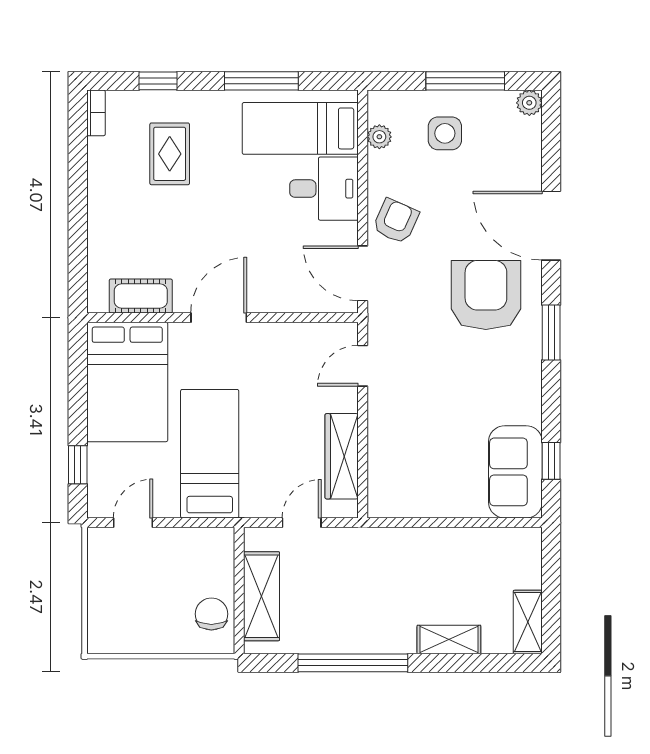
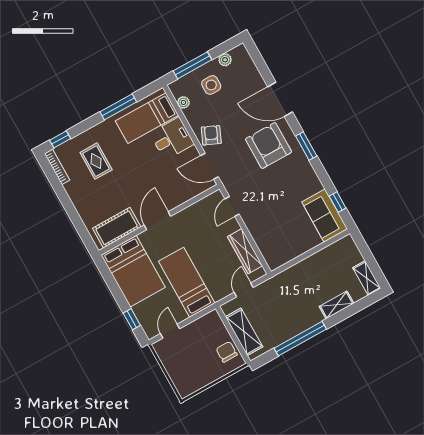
window: (158, 81) -> (60, 139), moved
window: (465, 81) -> (193, 65), moved
plant: (529, 103) -> (225, 60), moved
bookcase: (96, 113) -> (57, 167), width x1.56
cot: (141, 296) -> (117, 228), width x1.37, depth x1.34

